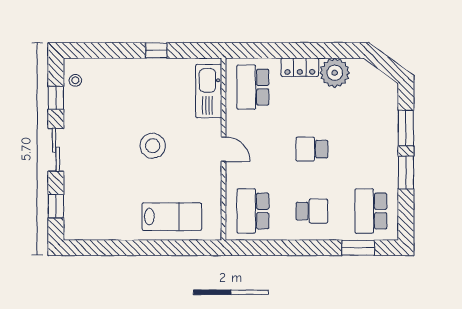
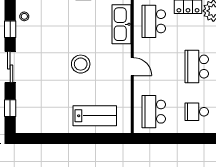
school desk: (312, 149) -> (197, 67), width x1.85
school desk: (312, 211) -> (197, 112), turned 180

